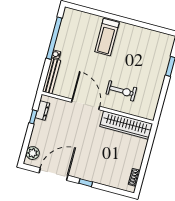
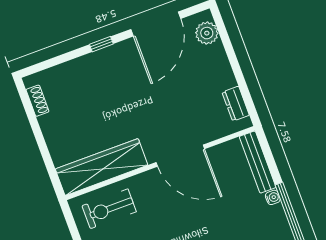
exercise bike: (121, 91) -> (109, 209), moved
window: (33, 117) -> (242, 85), removed

